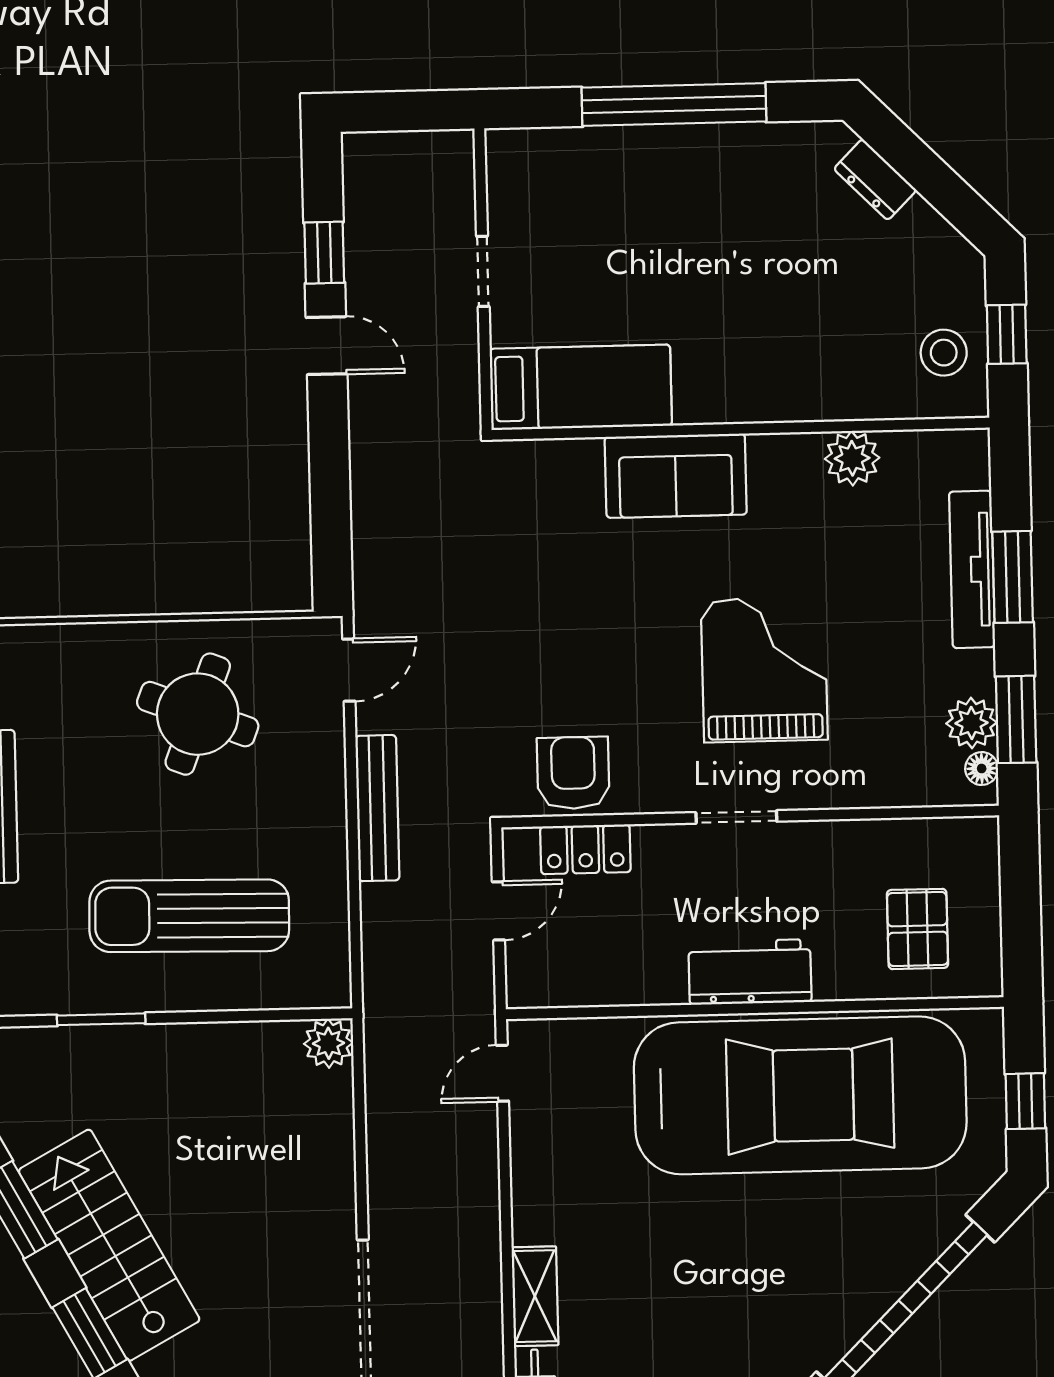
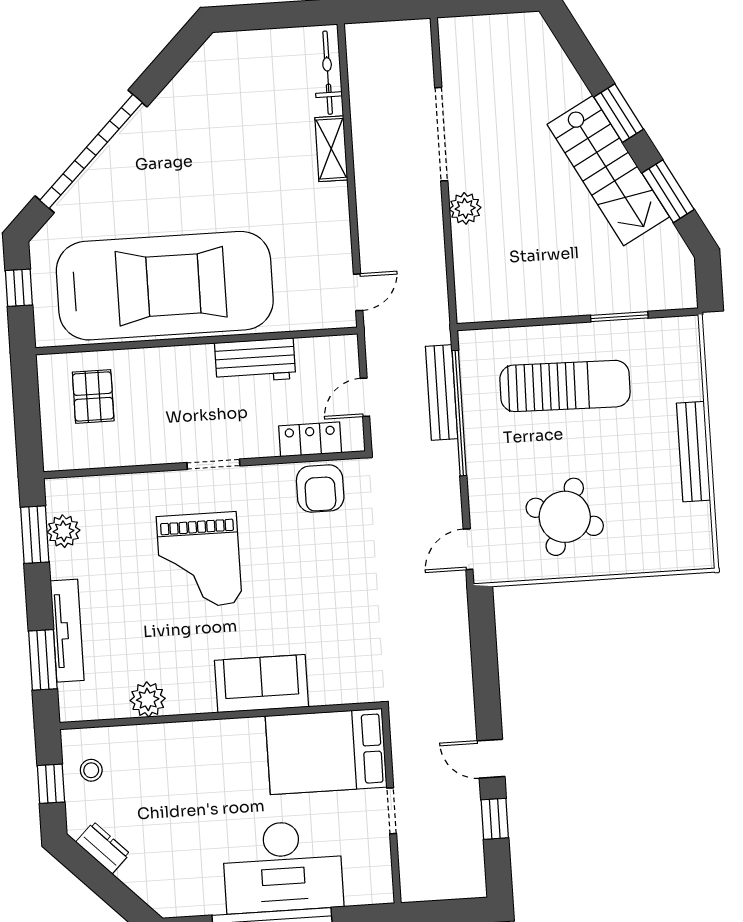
dresser: (875, 180) -> (103, 848), moved
desk: (654, 192) -> (283, 867), added
stool: (944, 353) -> (91, 770), width x0.73, depth x0.73
bed: (581, 387) -> (326, 752), width x1.50
window: (1013, 577) -> (43, 660), moved
floor lamp: (982, 769) -> (56, 502), removed
bench: (377, 808) -> (442, 393), moved
window: (354, 881) -> (459, 413), added
workbench: (750, 972) -> (255, 361), moved
plant: (329, 1043) -> (465, 208), moved
car: (800, 1095) -> (165, 286), turned 180

